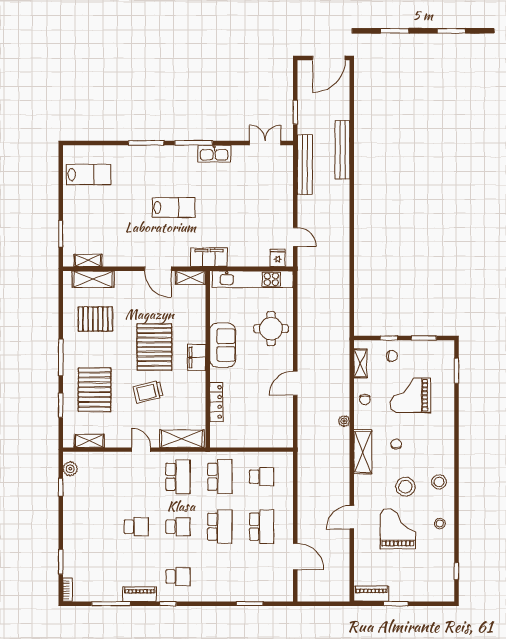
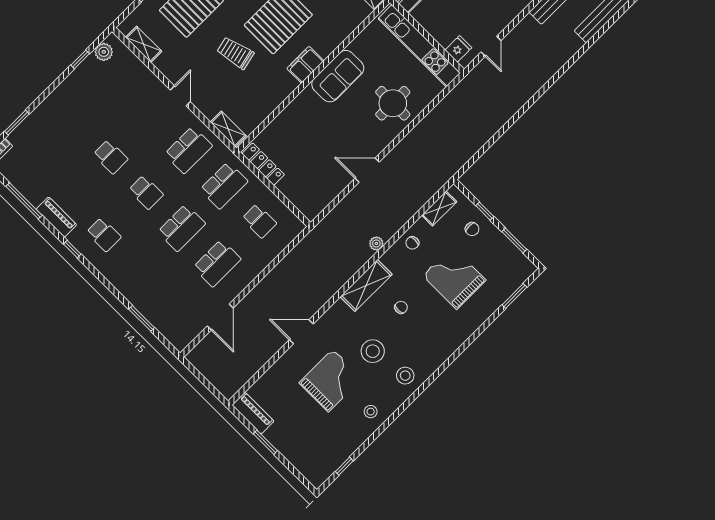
locker: (216, 402) -> (263, 164), moved, turned -90
shelving: (182, 439) -> (228, 129), width x0.67, depth x0.75

